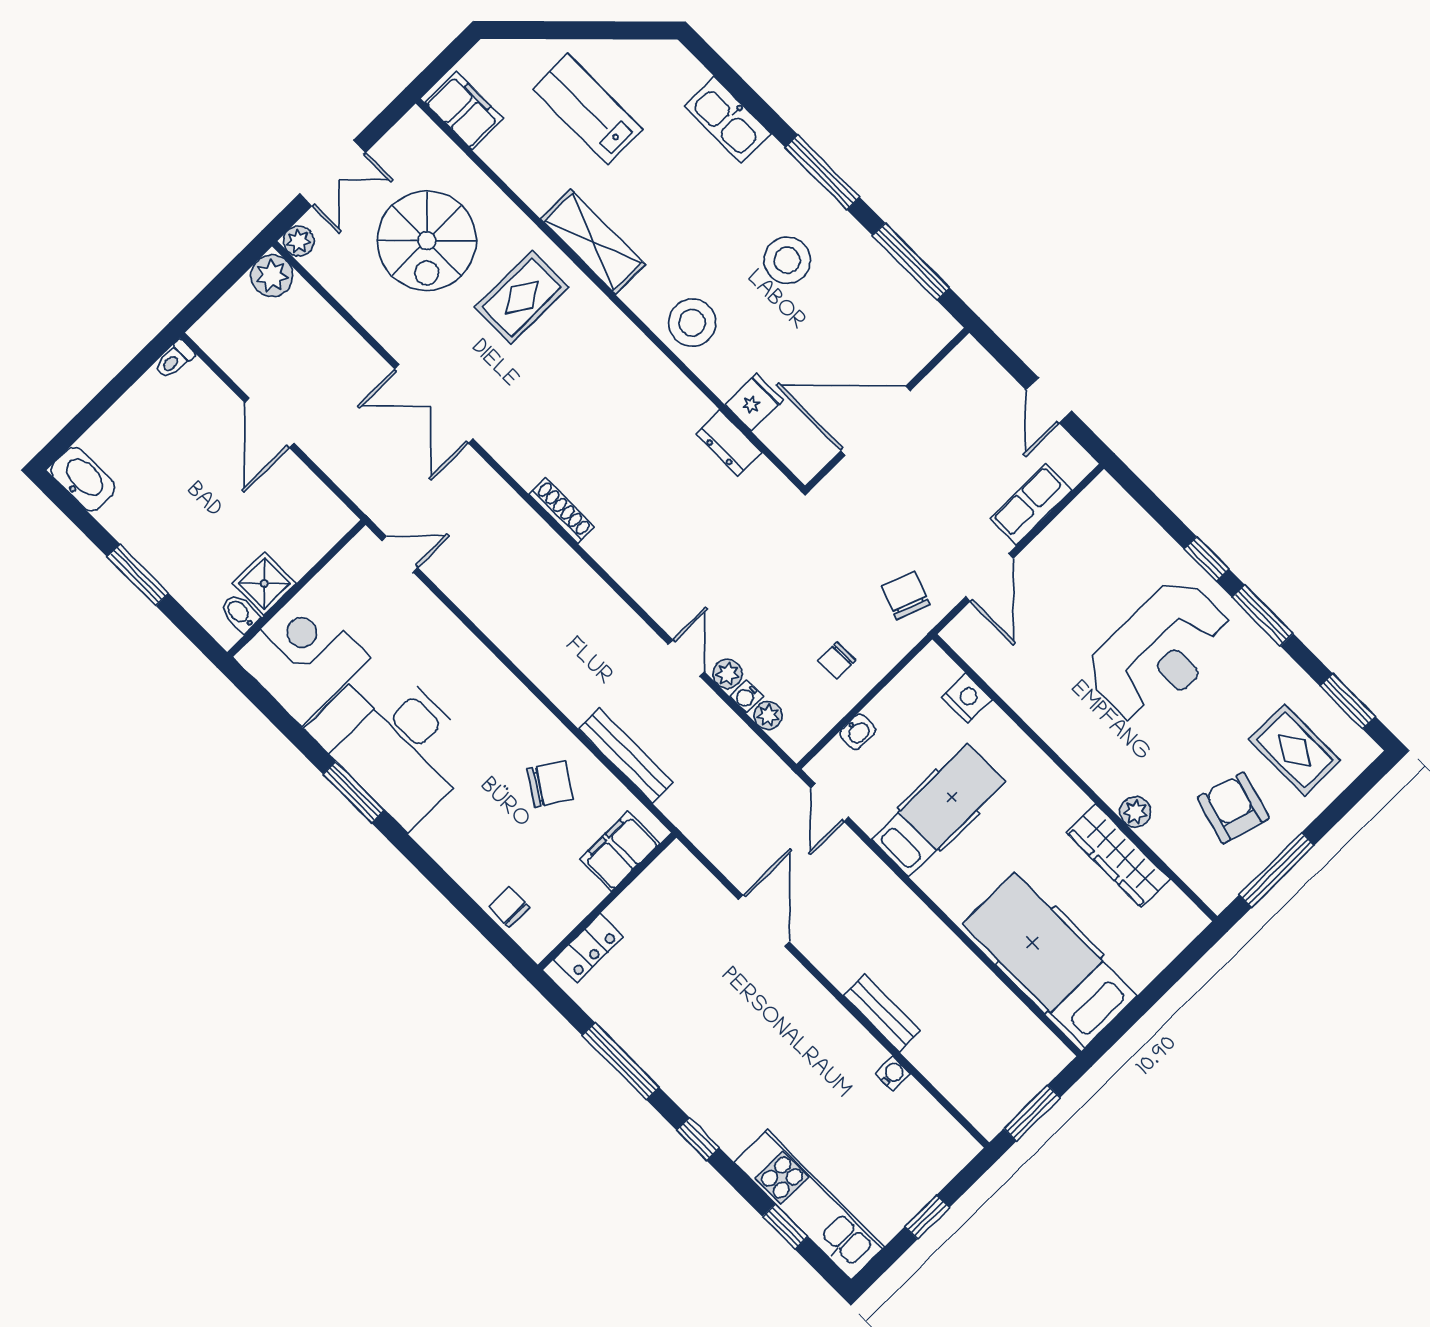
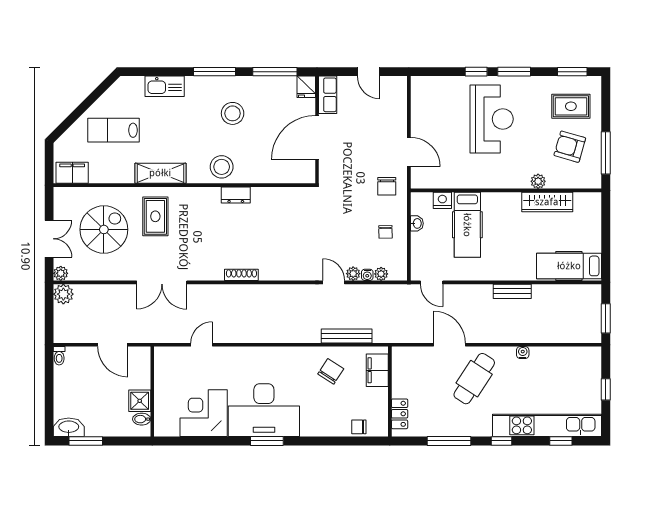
spiral stairs: (427, 241) -> (104, 229), turned -90
fridge: (754, 402) -> (306, 87), moved, turned 180
dresser: (729, 443) -> (236, 195), moved
row of seats: (1031, 504) -> (328, 95), moved, turned 180
window: (138, 575) -> (86, 441), moved
shower: (264, 583) -> (140, 401), moved
wall: (296, 588) -> (152, 392), moved
chair: (906, 595) -> (387, 186), turned -111
bidet: (240, 613) -> (142, 419), moved
washbasin: (858, 732) -> (417, 223), moved
hospital bed: (938, 810) -> (467, 225), moved, turned 180
hospital bed: (1050, 960) -> (569, 266), width x0.73, depth x0.78
cafe table: (750, 1007) -> (474, 379), added
bench: (882, 1013) -> (512, 291), moved
water cooler: (893, 1074) -> (523, 353), moved
kitchen unit: (809, 1205) -> (547, 425), width x1.36

